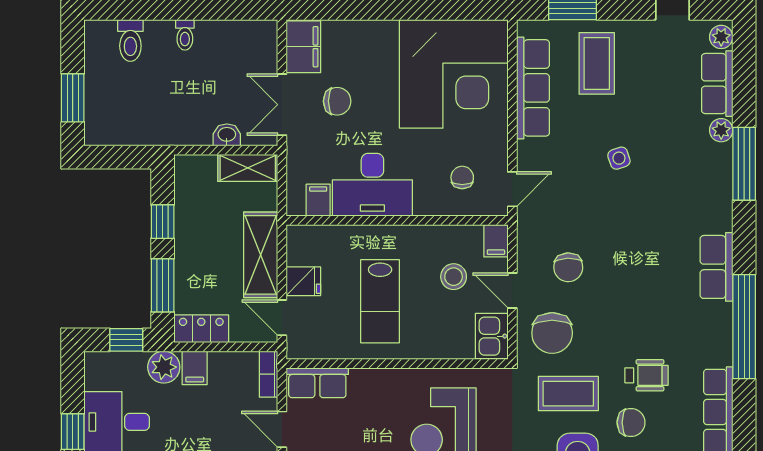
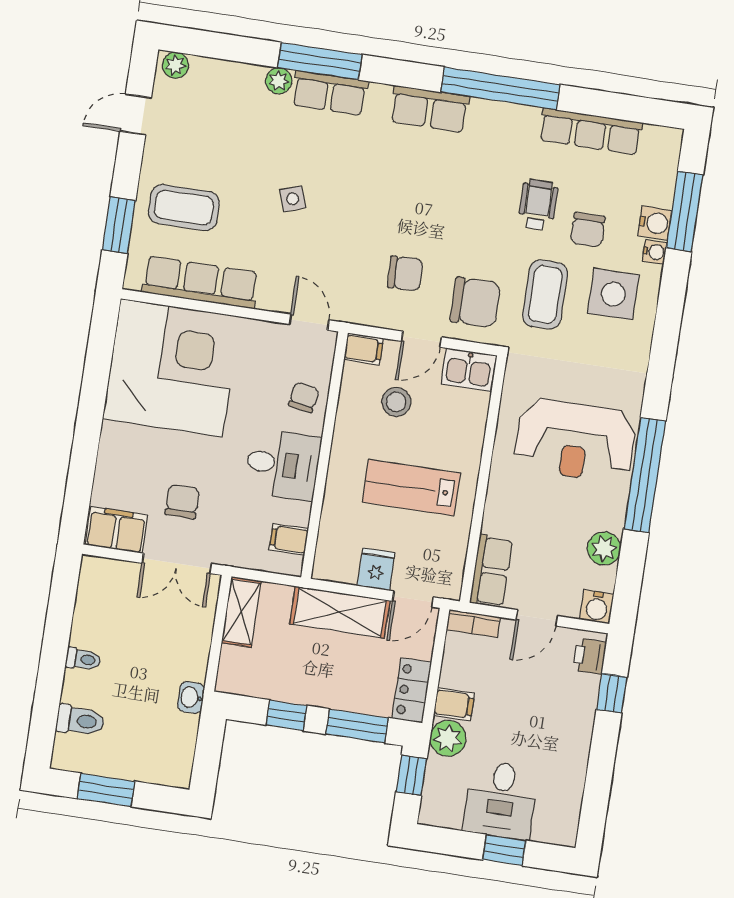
row of seats: (717, 84) -> (330, 93), moved
window: (73, 98) -> (106, 790), moved
washbasin: (227, 135) -> (191, 697), moved
chair: (462, 177) -> (304, 397), moved, turned 100
desk: (372, 185) -> (283, 464), width x0.73
lab bench: (380, 301) -> (411, 488), turned 180
chair: (631, 422) -> (588, 230), turned 180

